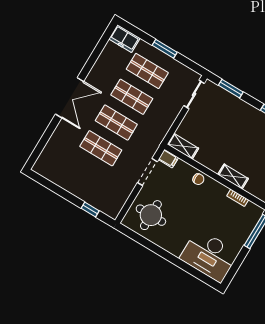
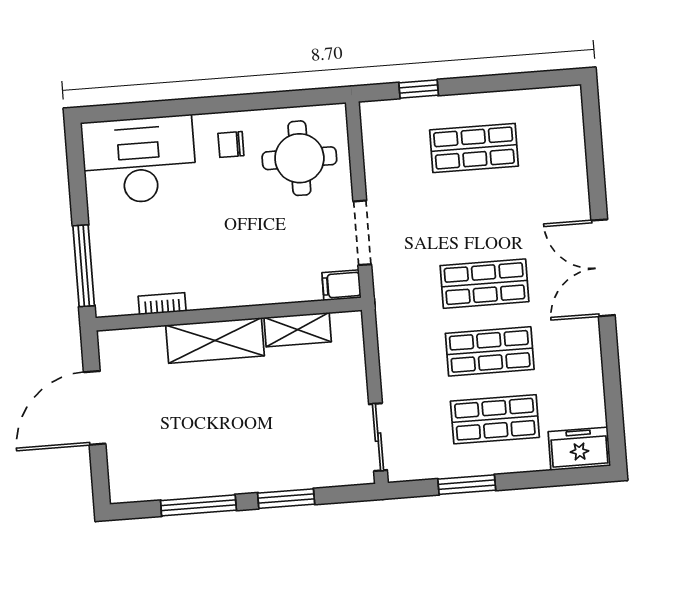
window: (165, 49) -> (467, 485), moved
window: (231, 89) -> (286, 499), moved
shelving: (183, 146) -> (298, 330), moved
shop shelf: (101, 148) -> (474, 148), moved
shelving: (233, 176) -> (215, 340), width x1.50, depth x1.33
chair: (198, 179) -> (231, 144), moved

